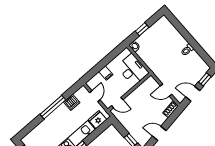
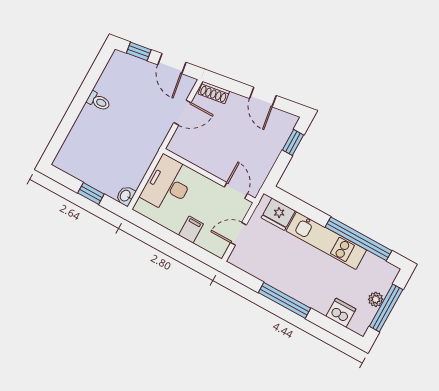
door: (166, 90) -> (182, 113), hinge flipped
dishwasher: (72, 102) -> (341, 313), moved

